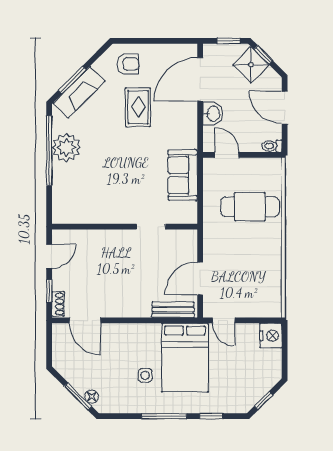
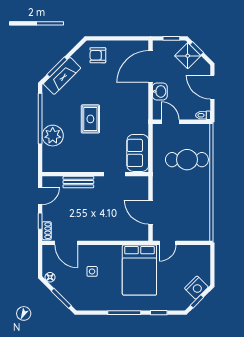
armchair: (128, 64) -> (98, 55), turned 180
rug: (138, 107) -> (90, 119), moved
plant: (66, 147) -> (53, 136), moved
sofa: (183, 175) -> (138, 153), moved
door: (200, 278) -> (150, 212), hinge flipped
bench: (173, 310) -> (78, 182), moved
door: (224, 320) -> (168, 243), hinge flipped
nightstand: (271, 336) -> (196, 288), moved, turned 45
side table: (145, 375) -> (92, 271), moved
floor lamp: (92, 397) -> (50, 277), moved

